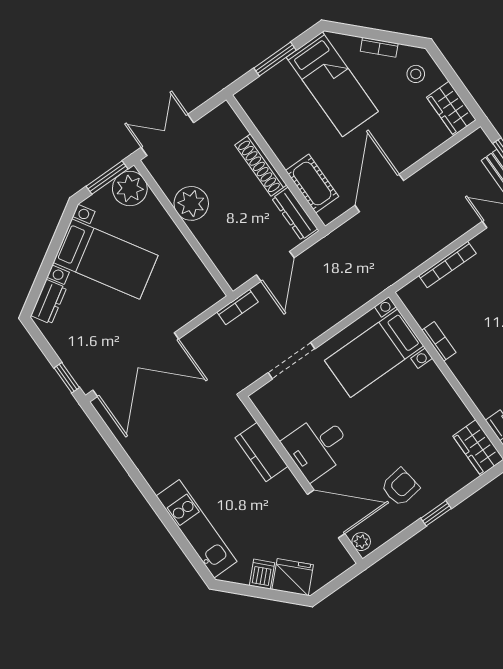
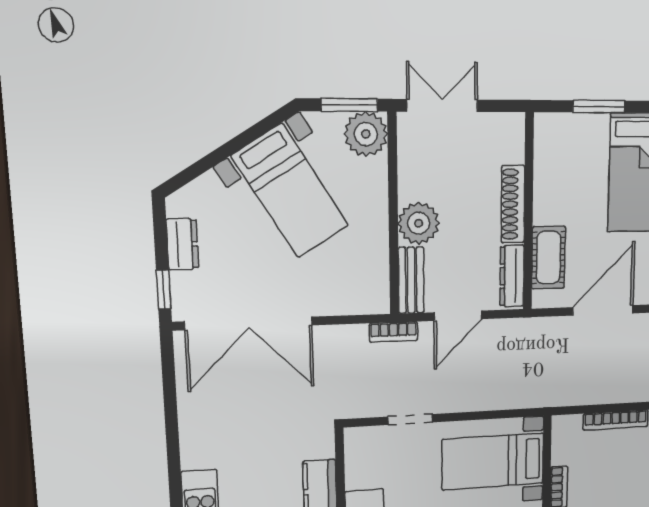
plant: (191, 203) -> (419, 223), moved
bench: (226, 264) -> (411, 280), added
dresser: (49, 302) -> (182, 244), moved, turned -58
doorway: (291, 361) -> (410, 419), width x0.73

